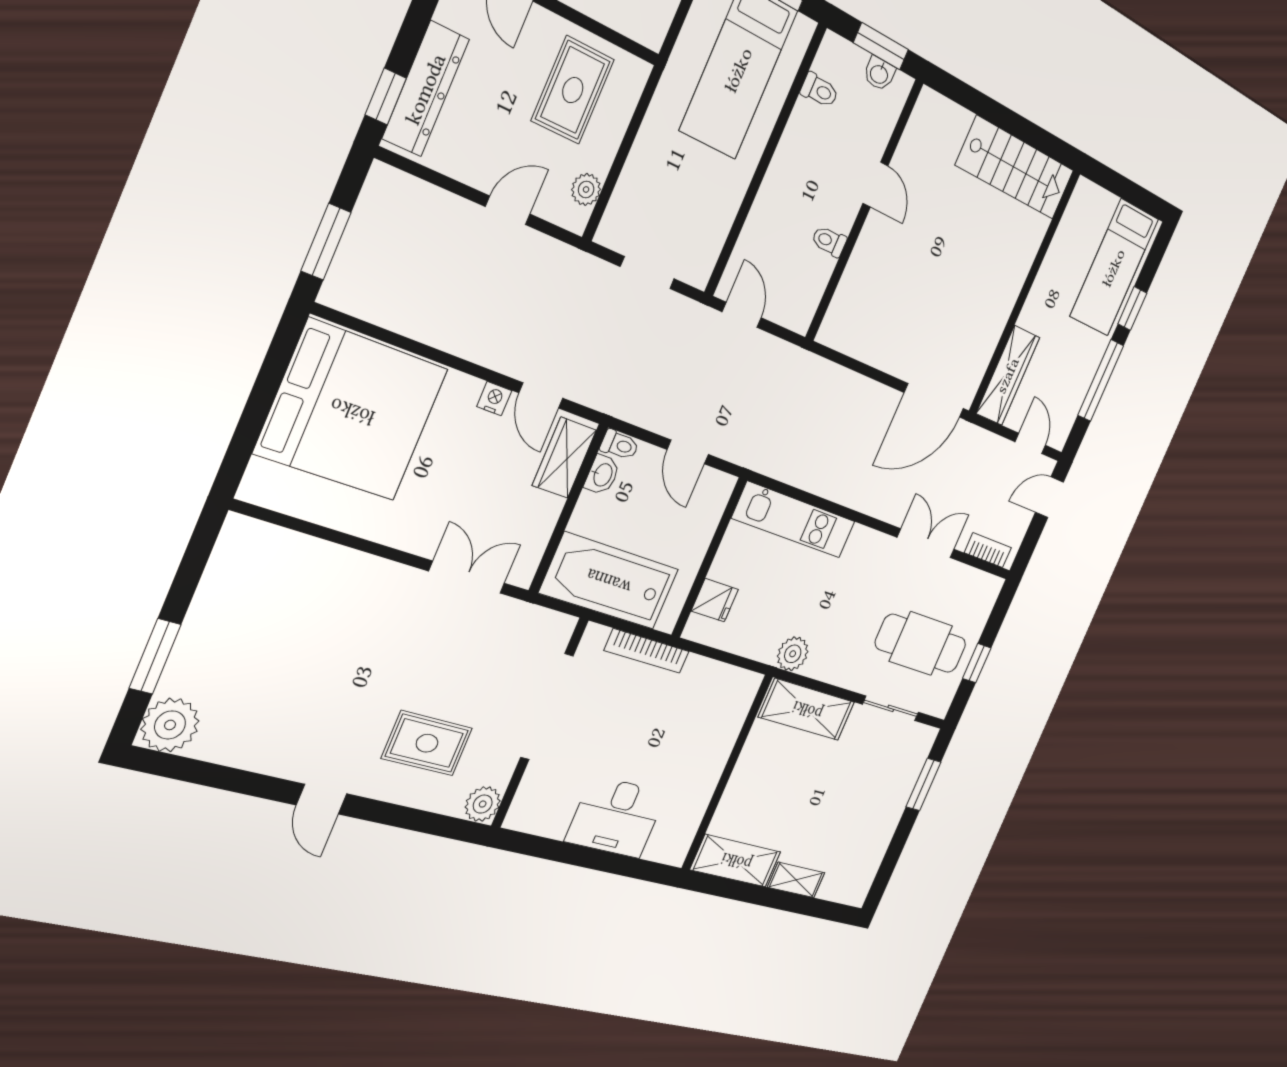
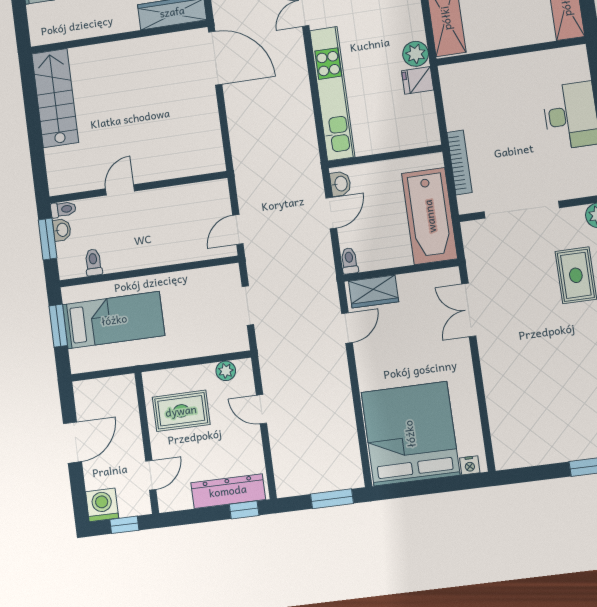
toilet: (829, 241) -> (63, 209), moved, turned -90
nightstand: (494, 399) -> (470, 465), moved, turned -90
washbasin: (602, 475) -> (341, 184), moved, turned 90
kitchen unit: (794, 520) -> (332, 94), width x1.36
fridge: (715, 600) -> (418, 80), moved, turned -90

